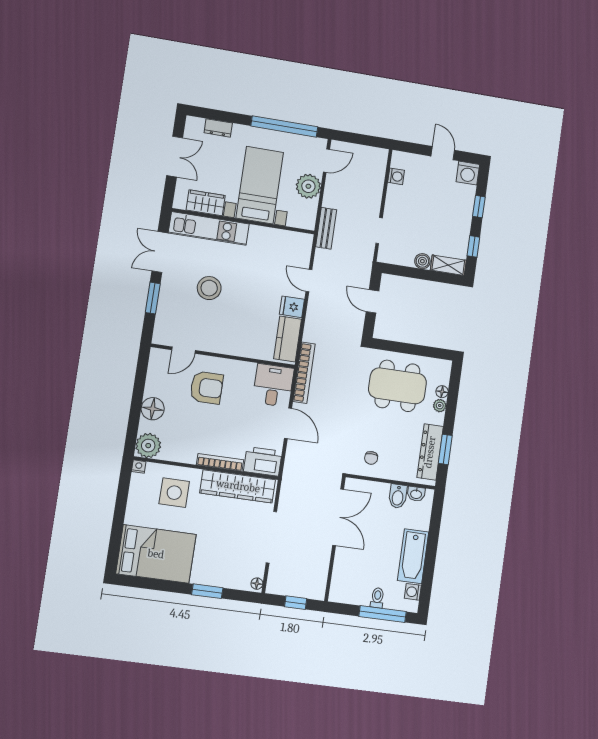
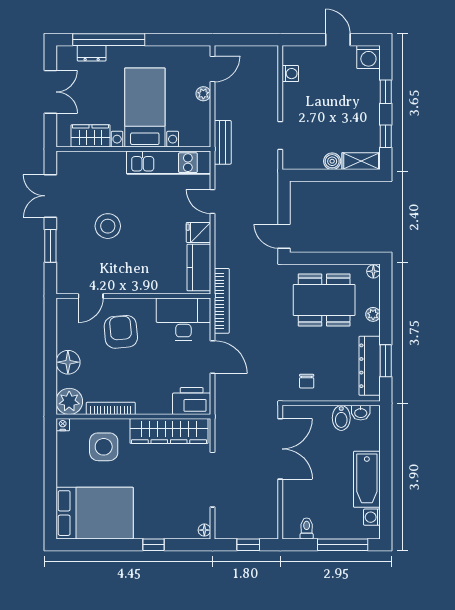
window: (284, 126) -> (109, 40), moved
plant: (308, 186) -> (203, 94), width x0.53, depth x0.53
kitchen unit: (209, 228) -> (169, 163), moved
door: (372, 301) -> (284, 236), moved
desk: (273, 385) -> (183, 319), width x1.37
armchair: (207, 388) -> (121, 332), turned -95
floor lamp: (442, 392) -> (373, 271), moved
bookcase: (220, 462) -> (111, 408), moved
window: (207, 591) -> (154, 545), width x0.67
toilet: (377, 598) -> (307, 528), moved

